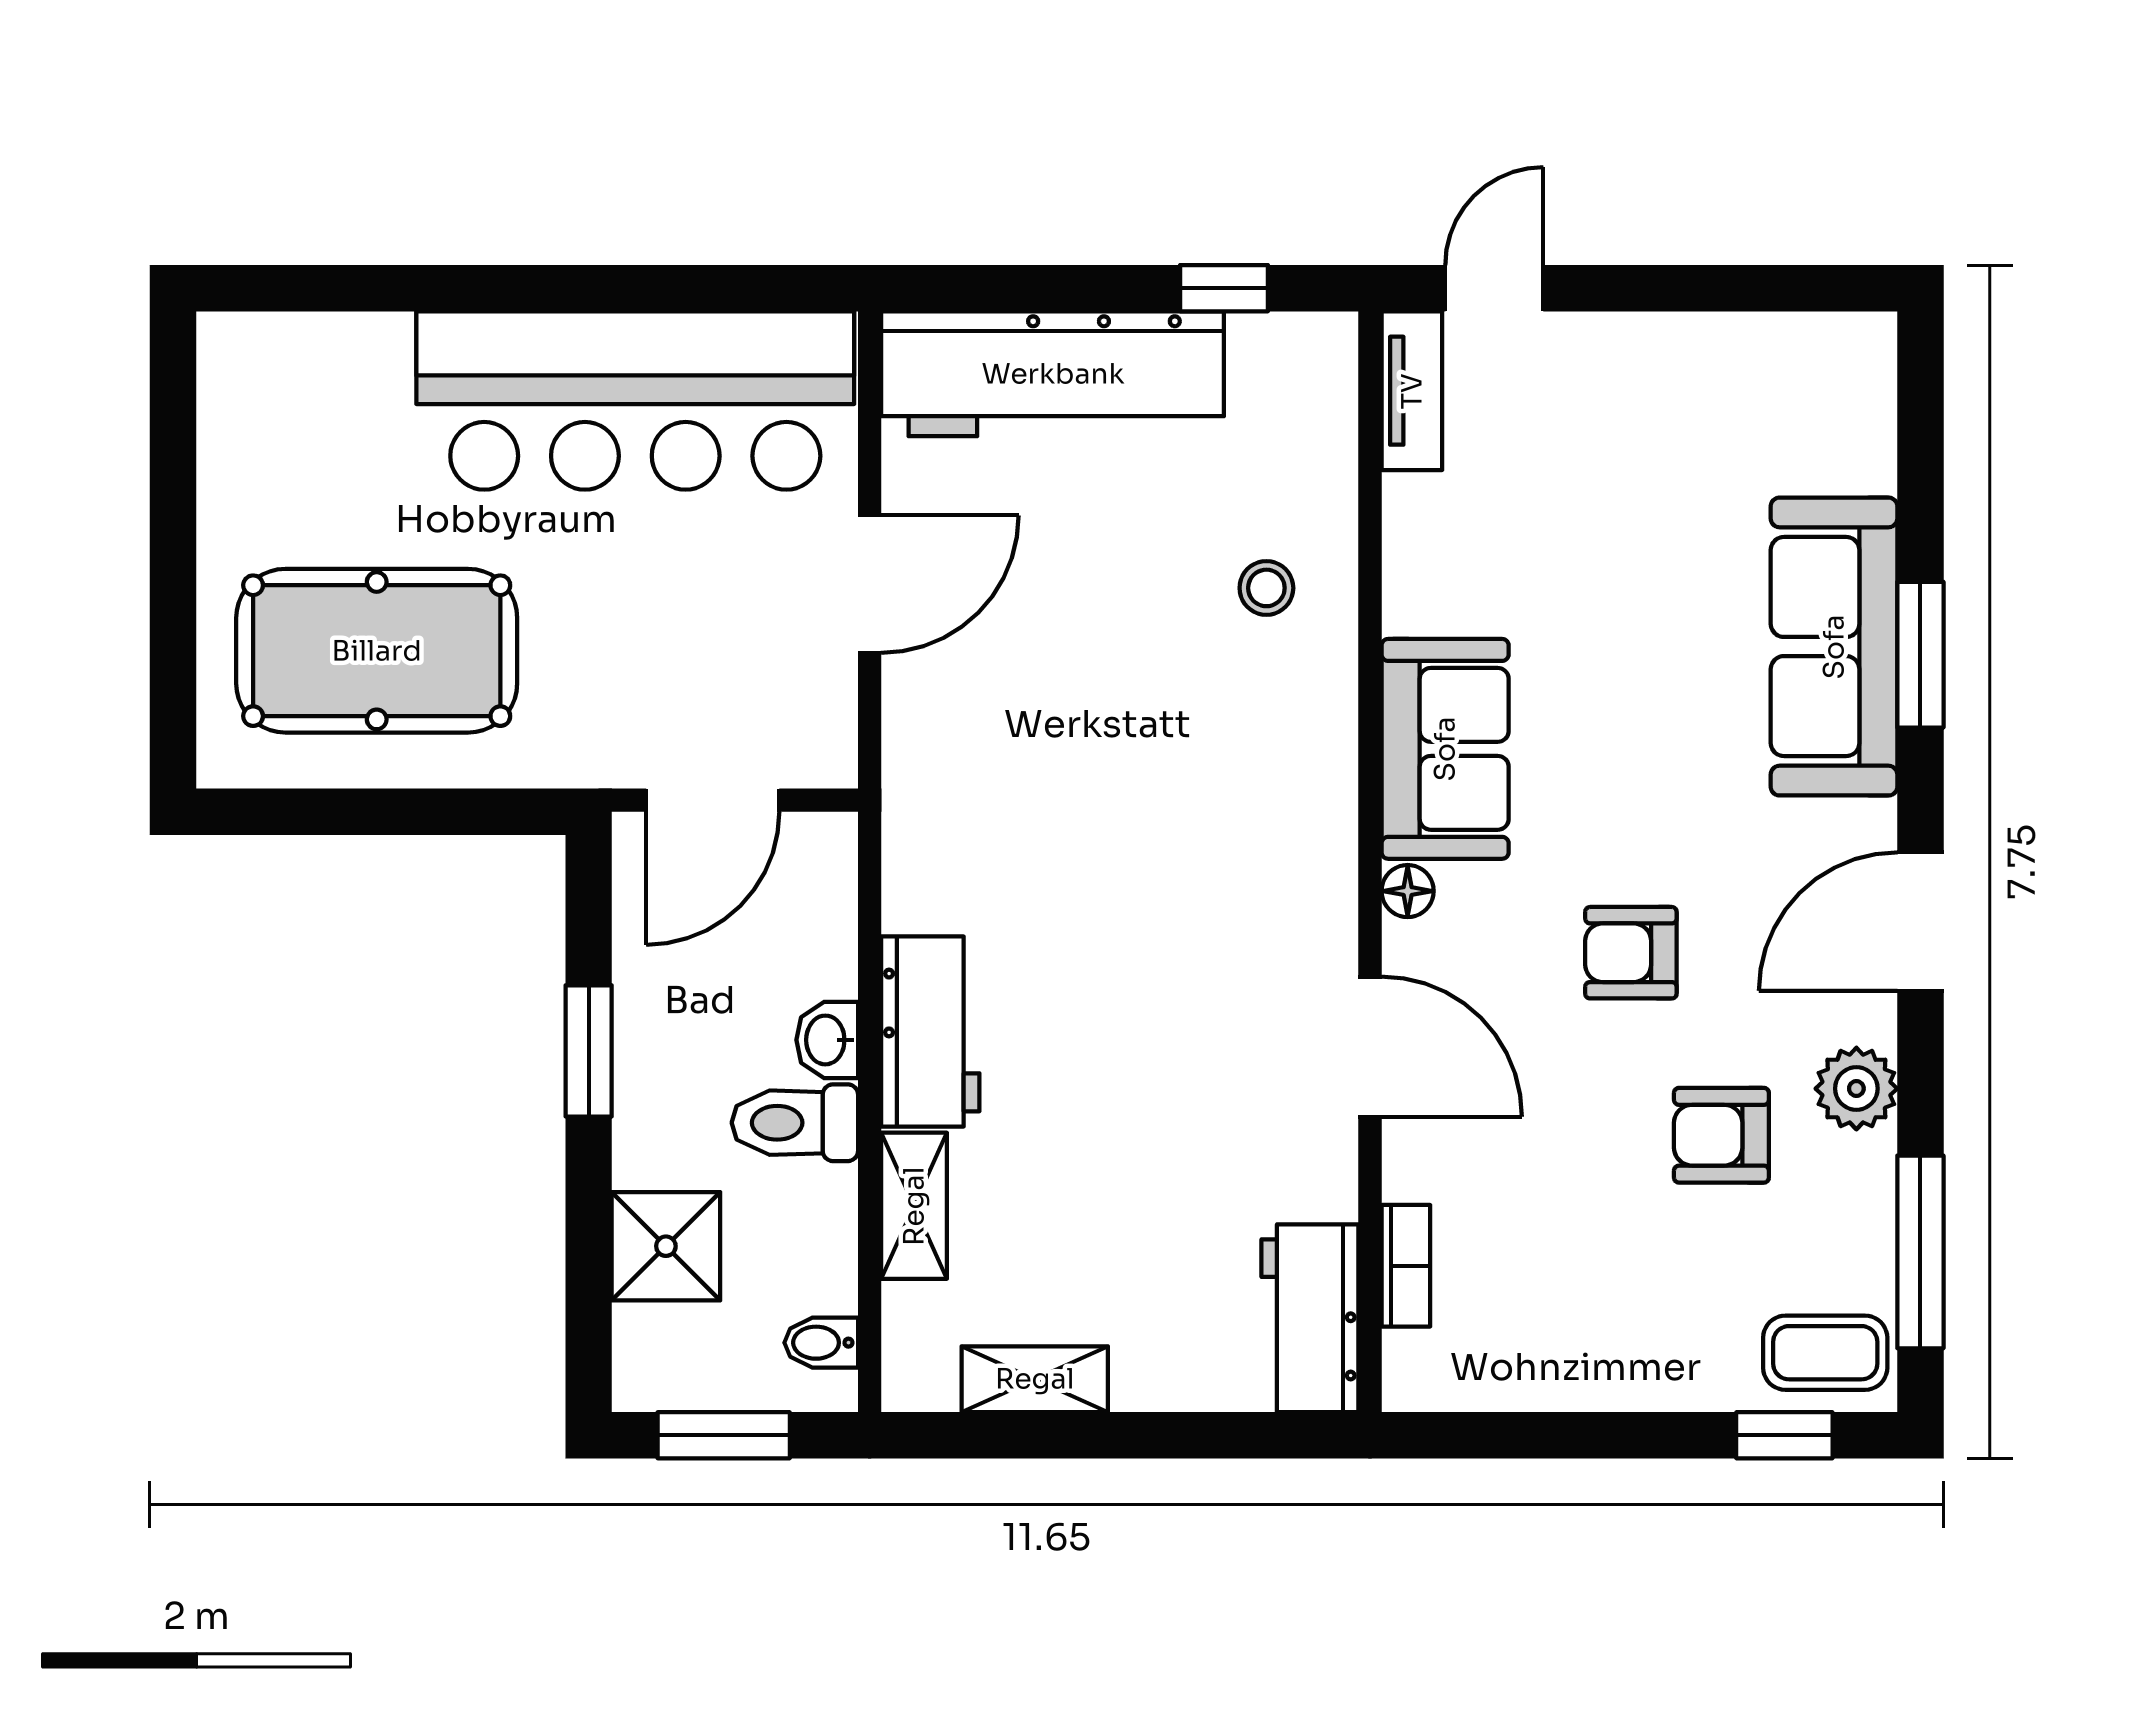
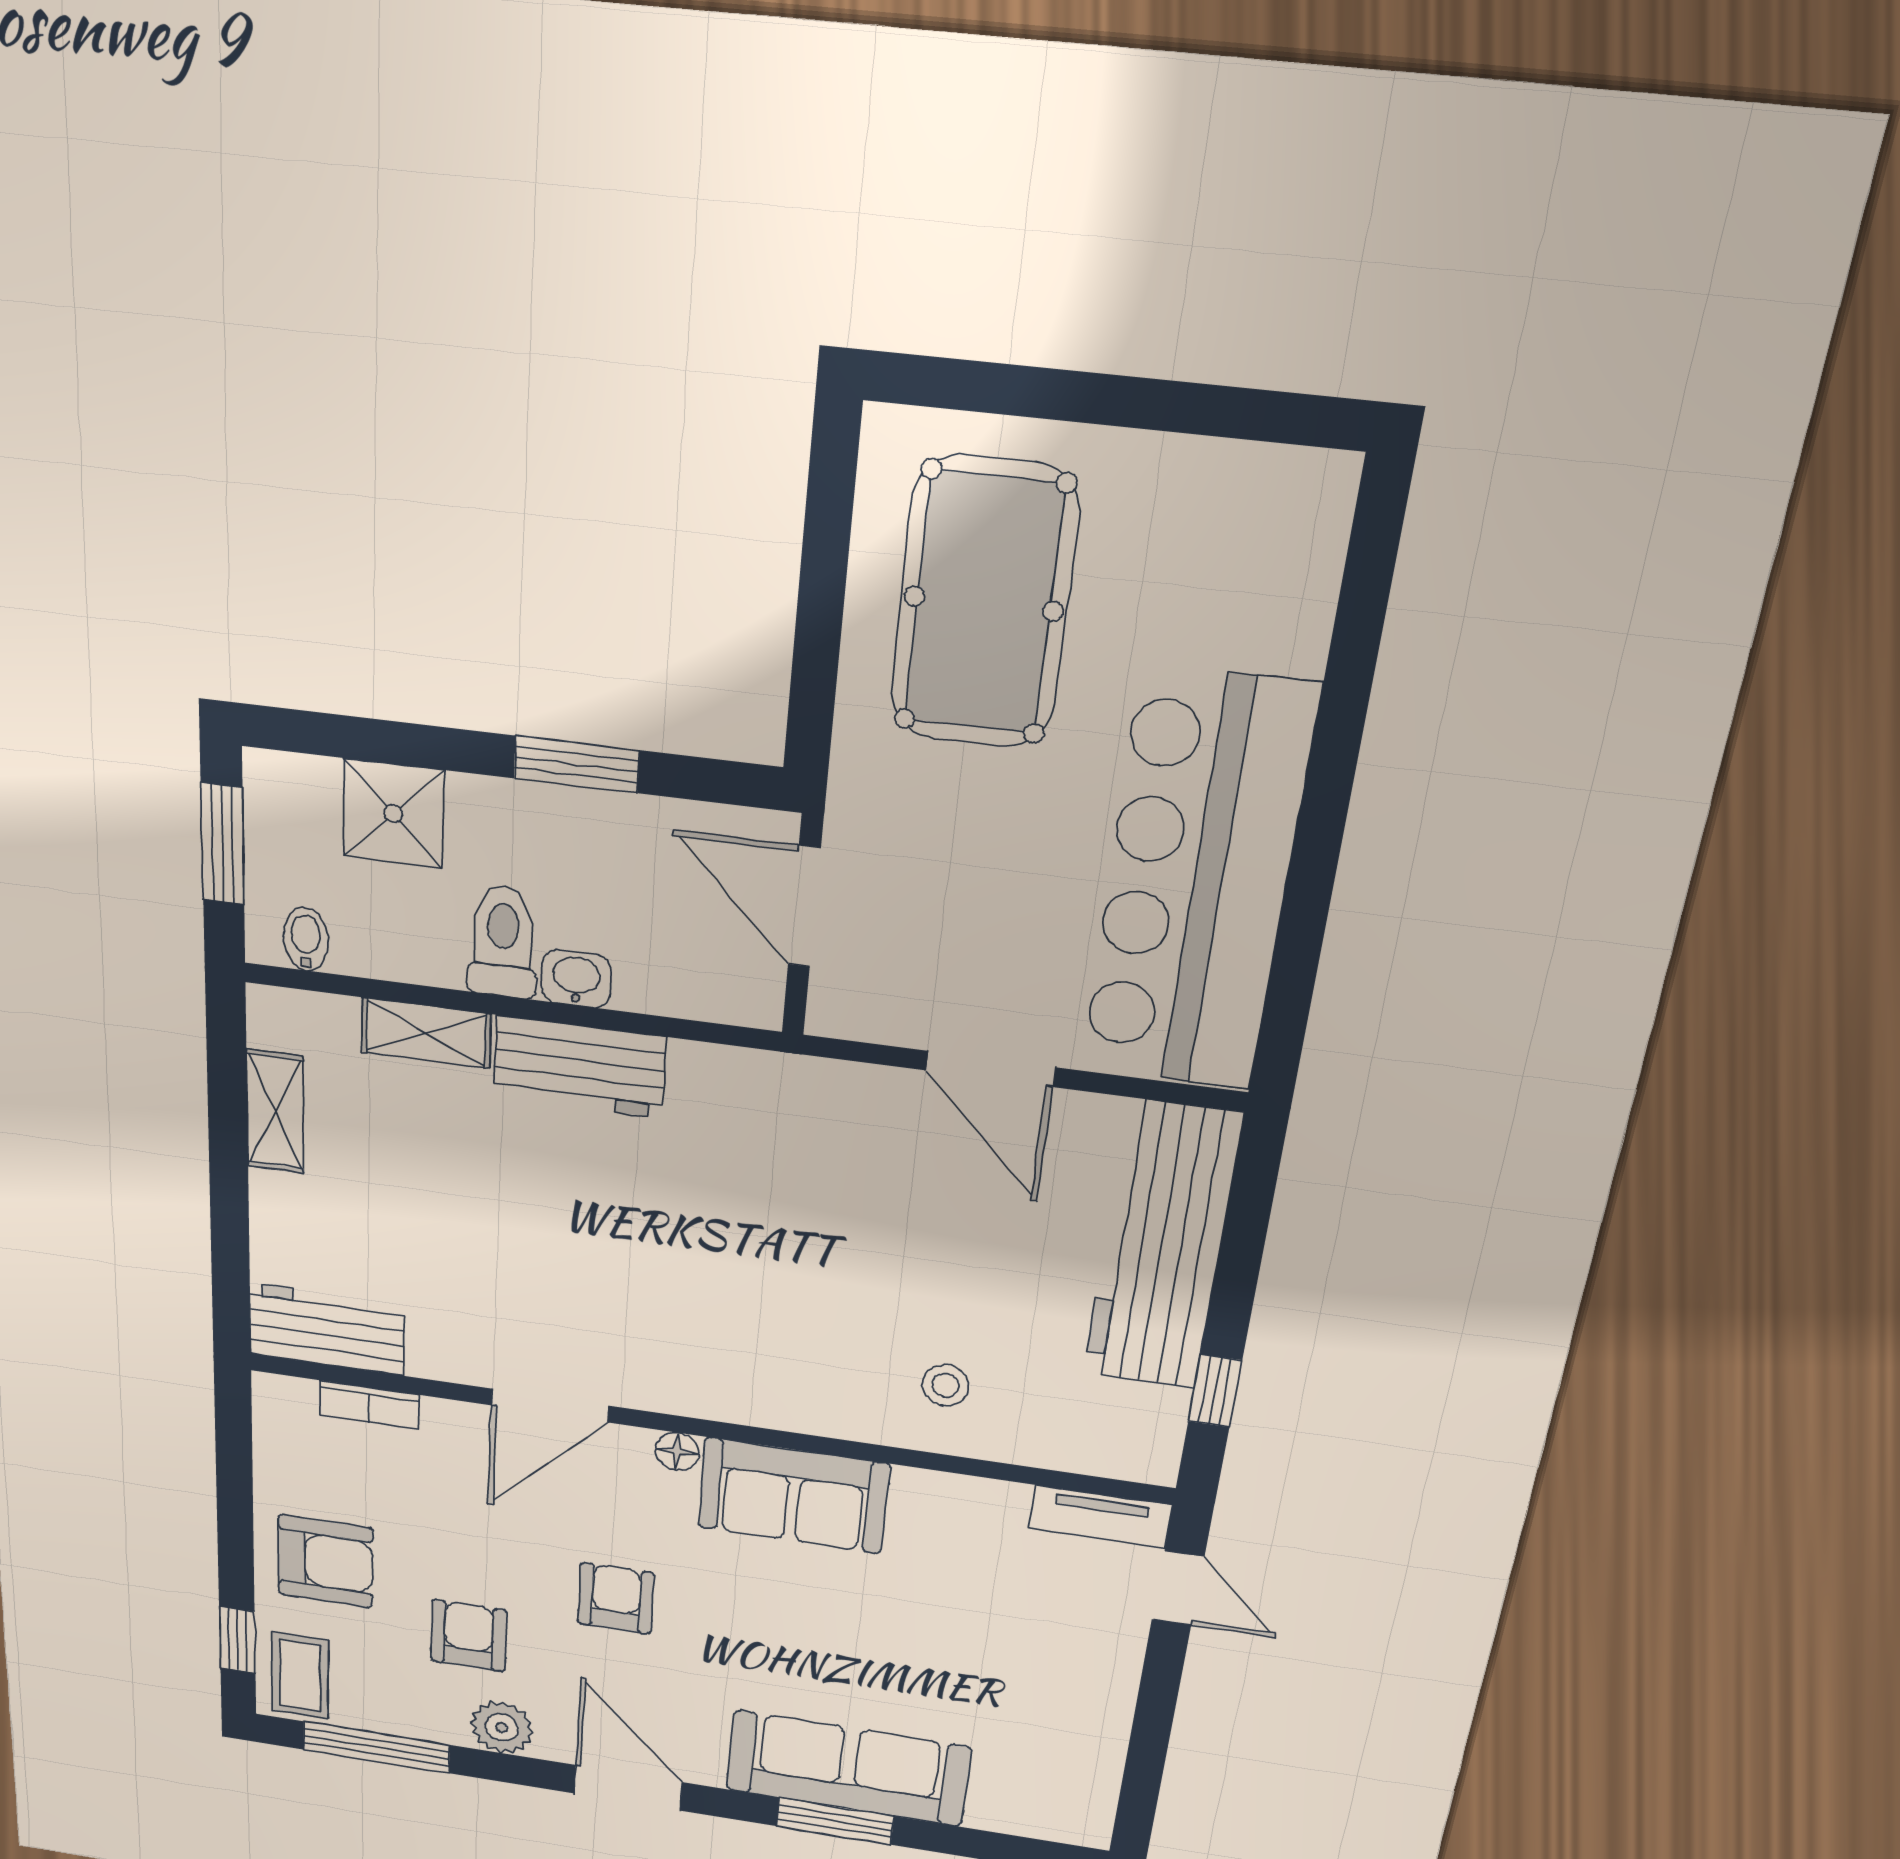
armchair: (1642, 1320) -> (326, 1561), added

